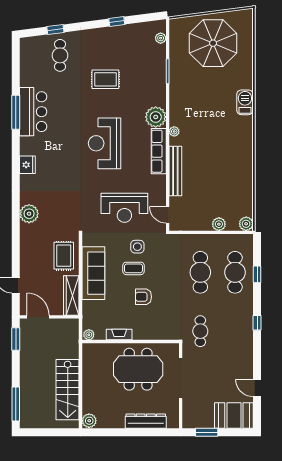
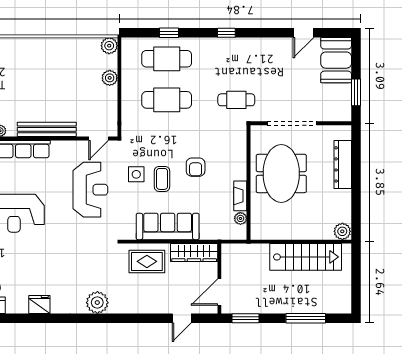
plant: (89, 335) -> (240, 218), moved
window: (16, 404) -> (306, 318), moved

